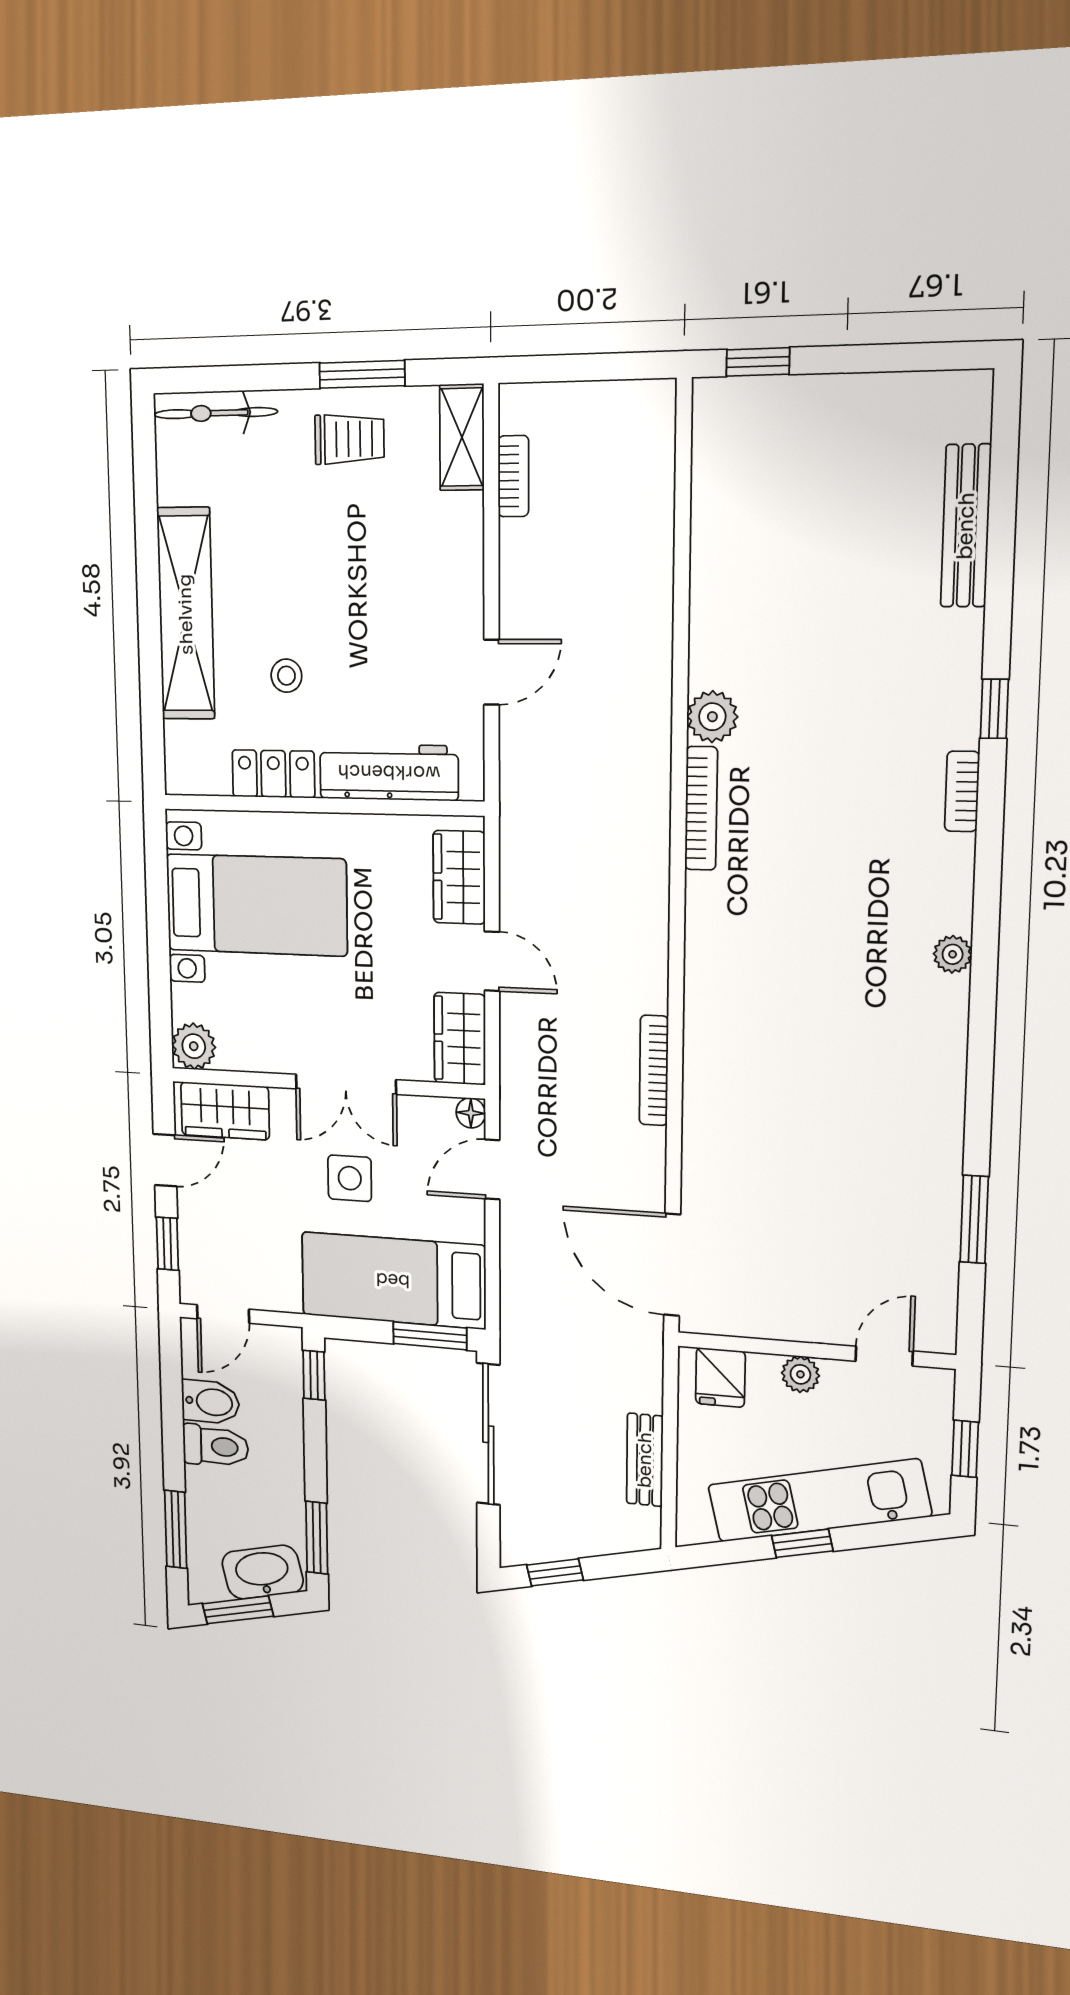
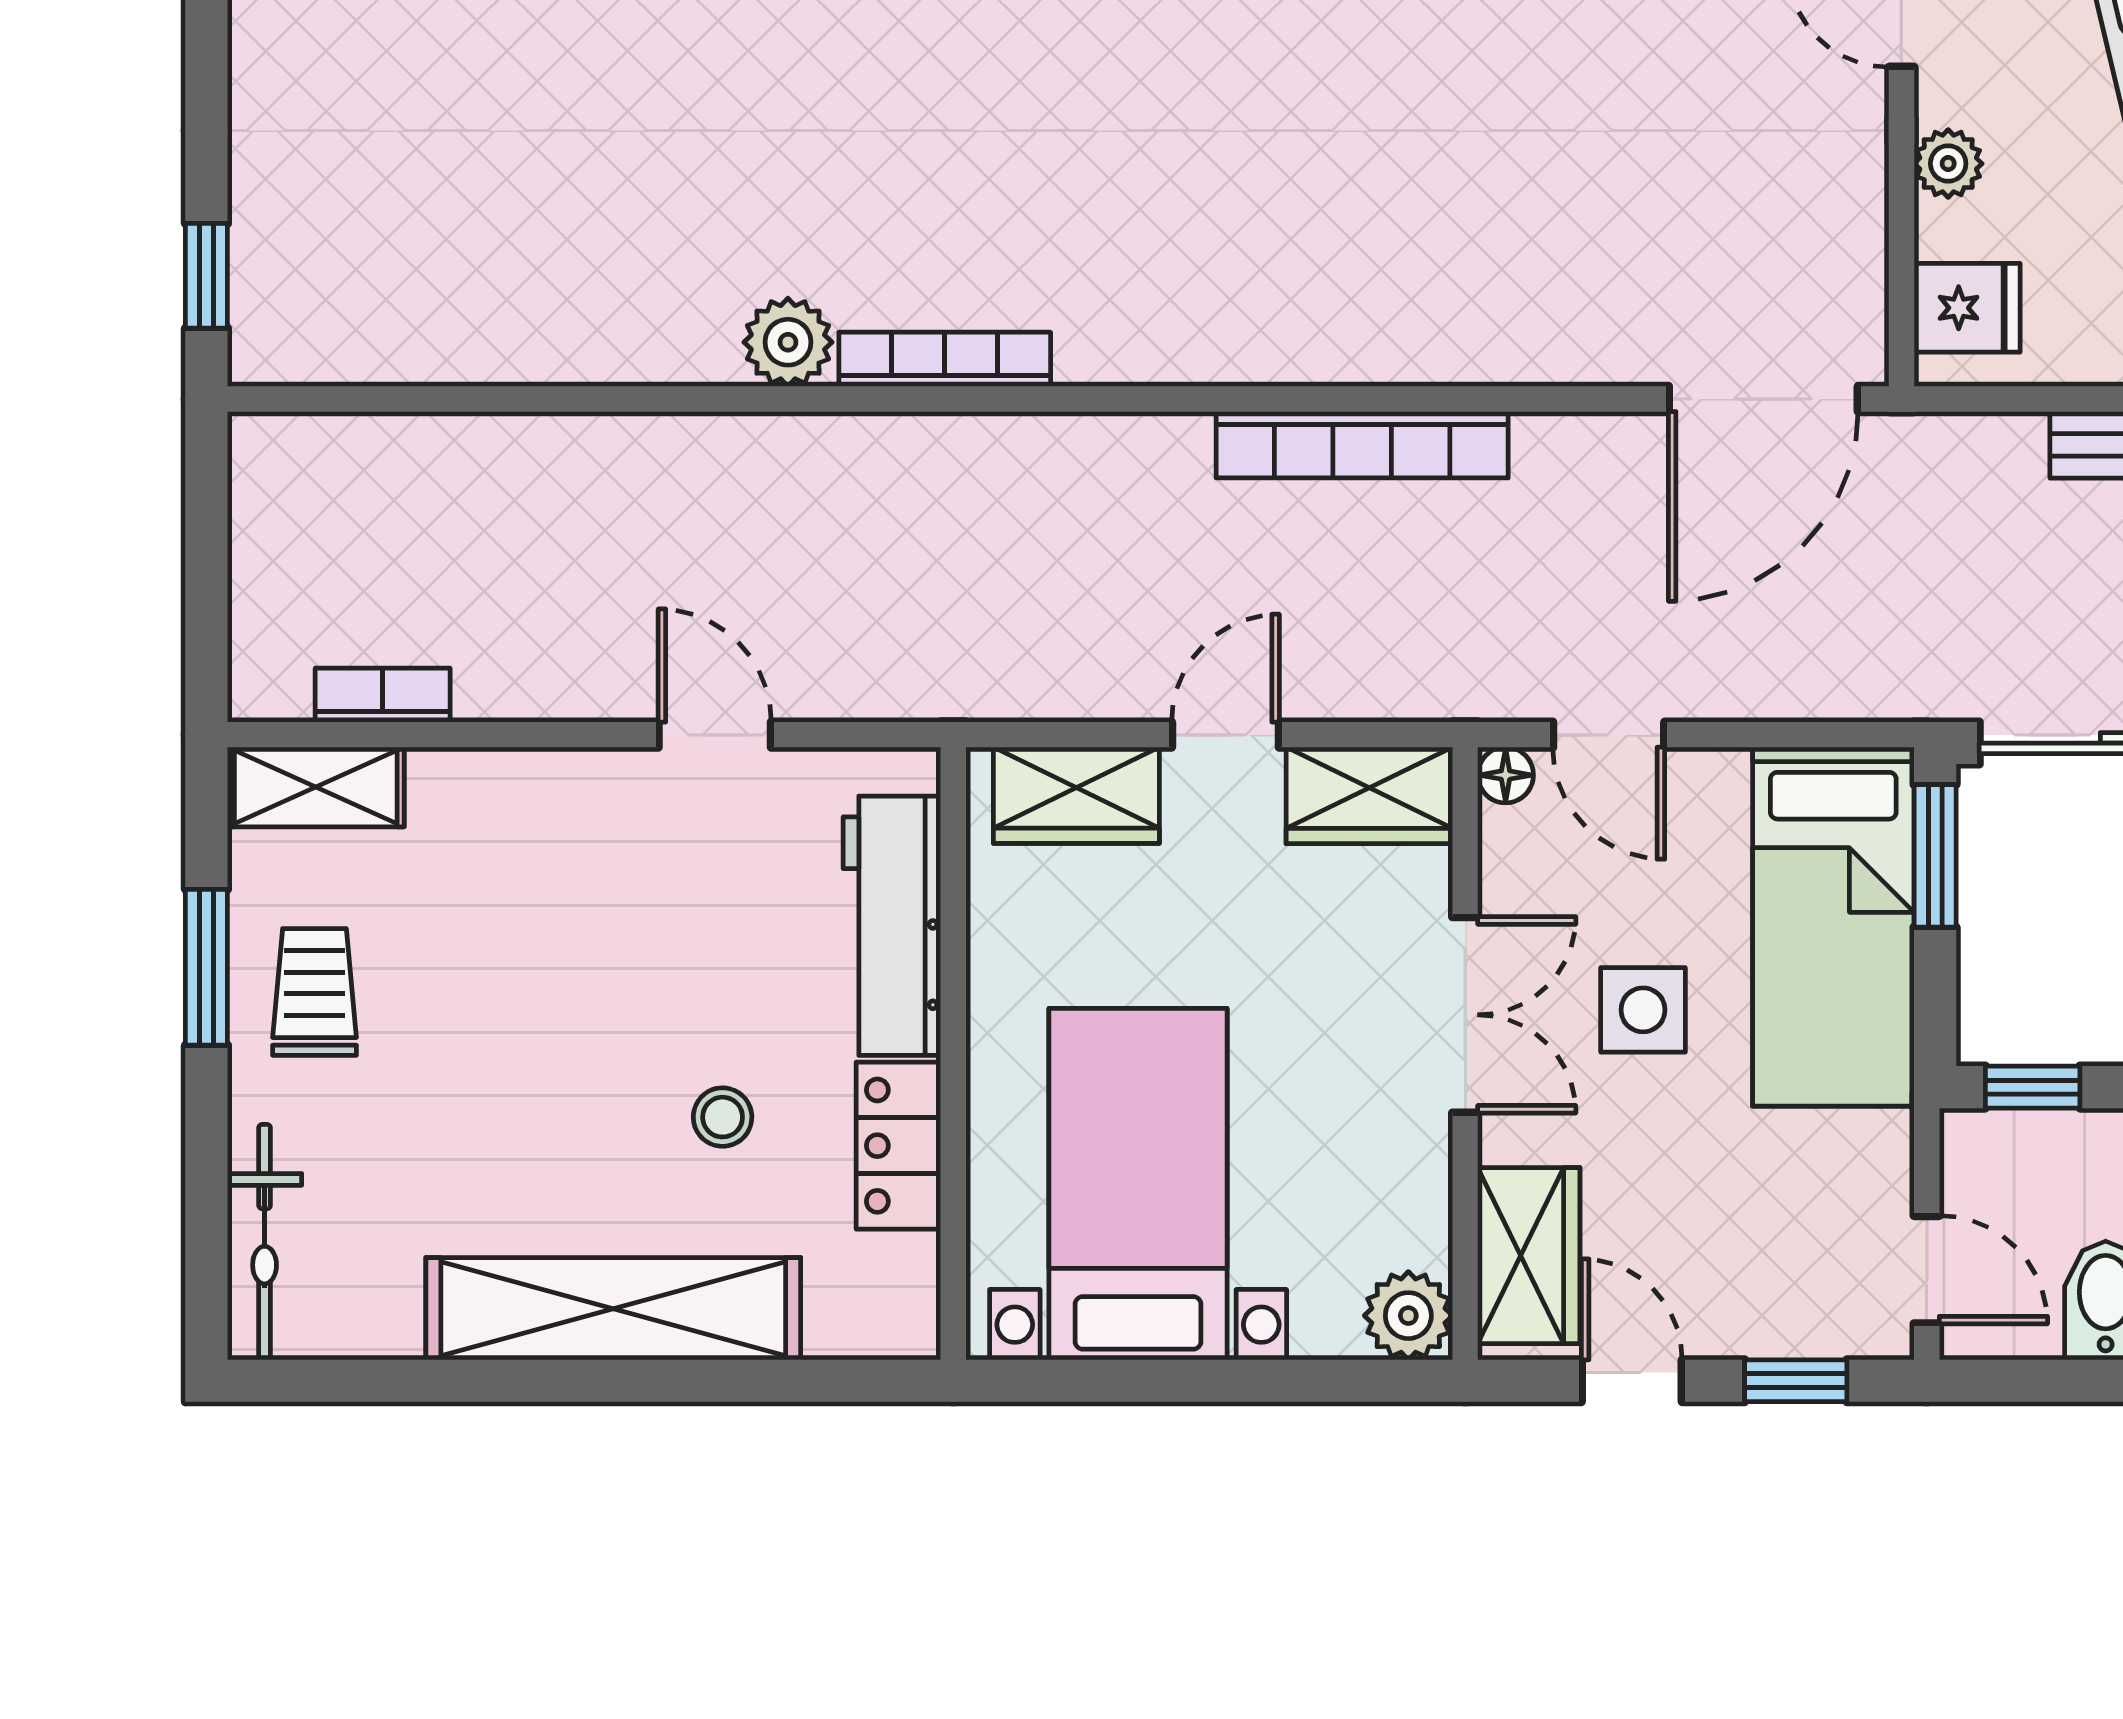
bookcase: (654, 1070) -> (1362, 445), width x1.48, depth x1.31

